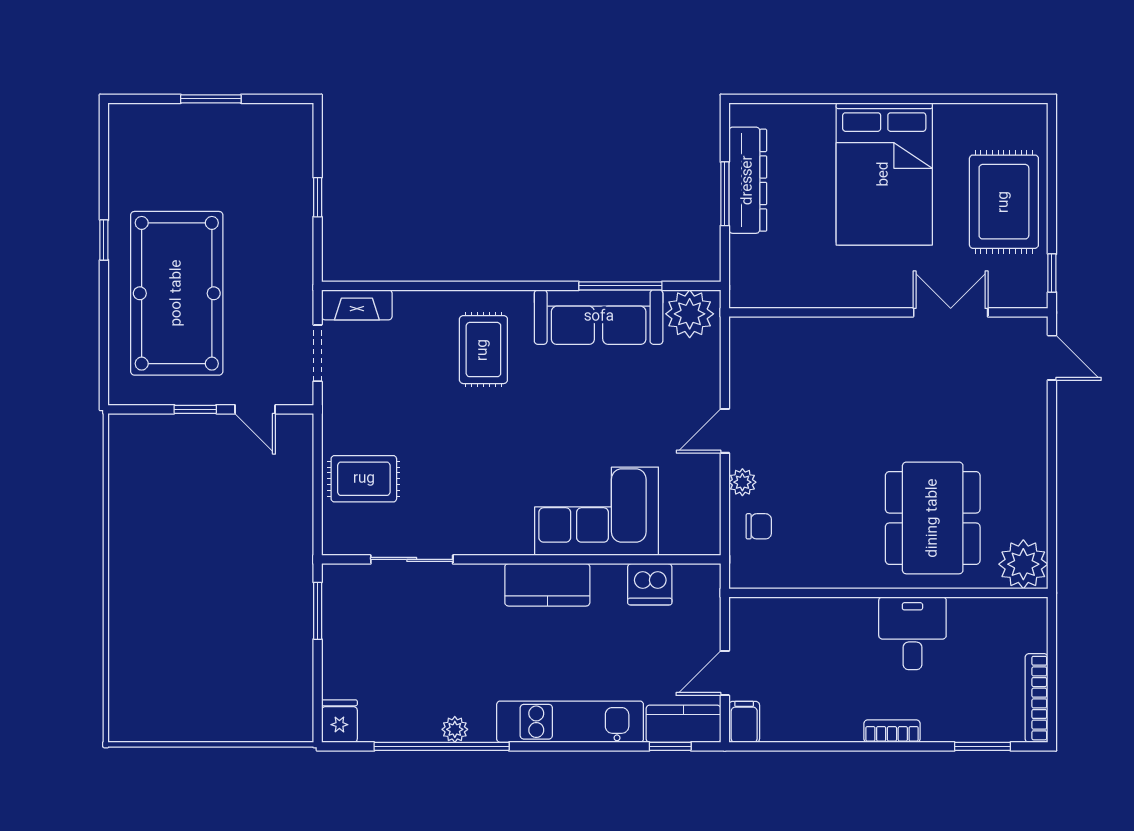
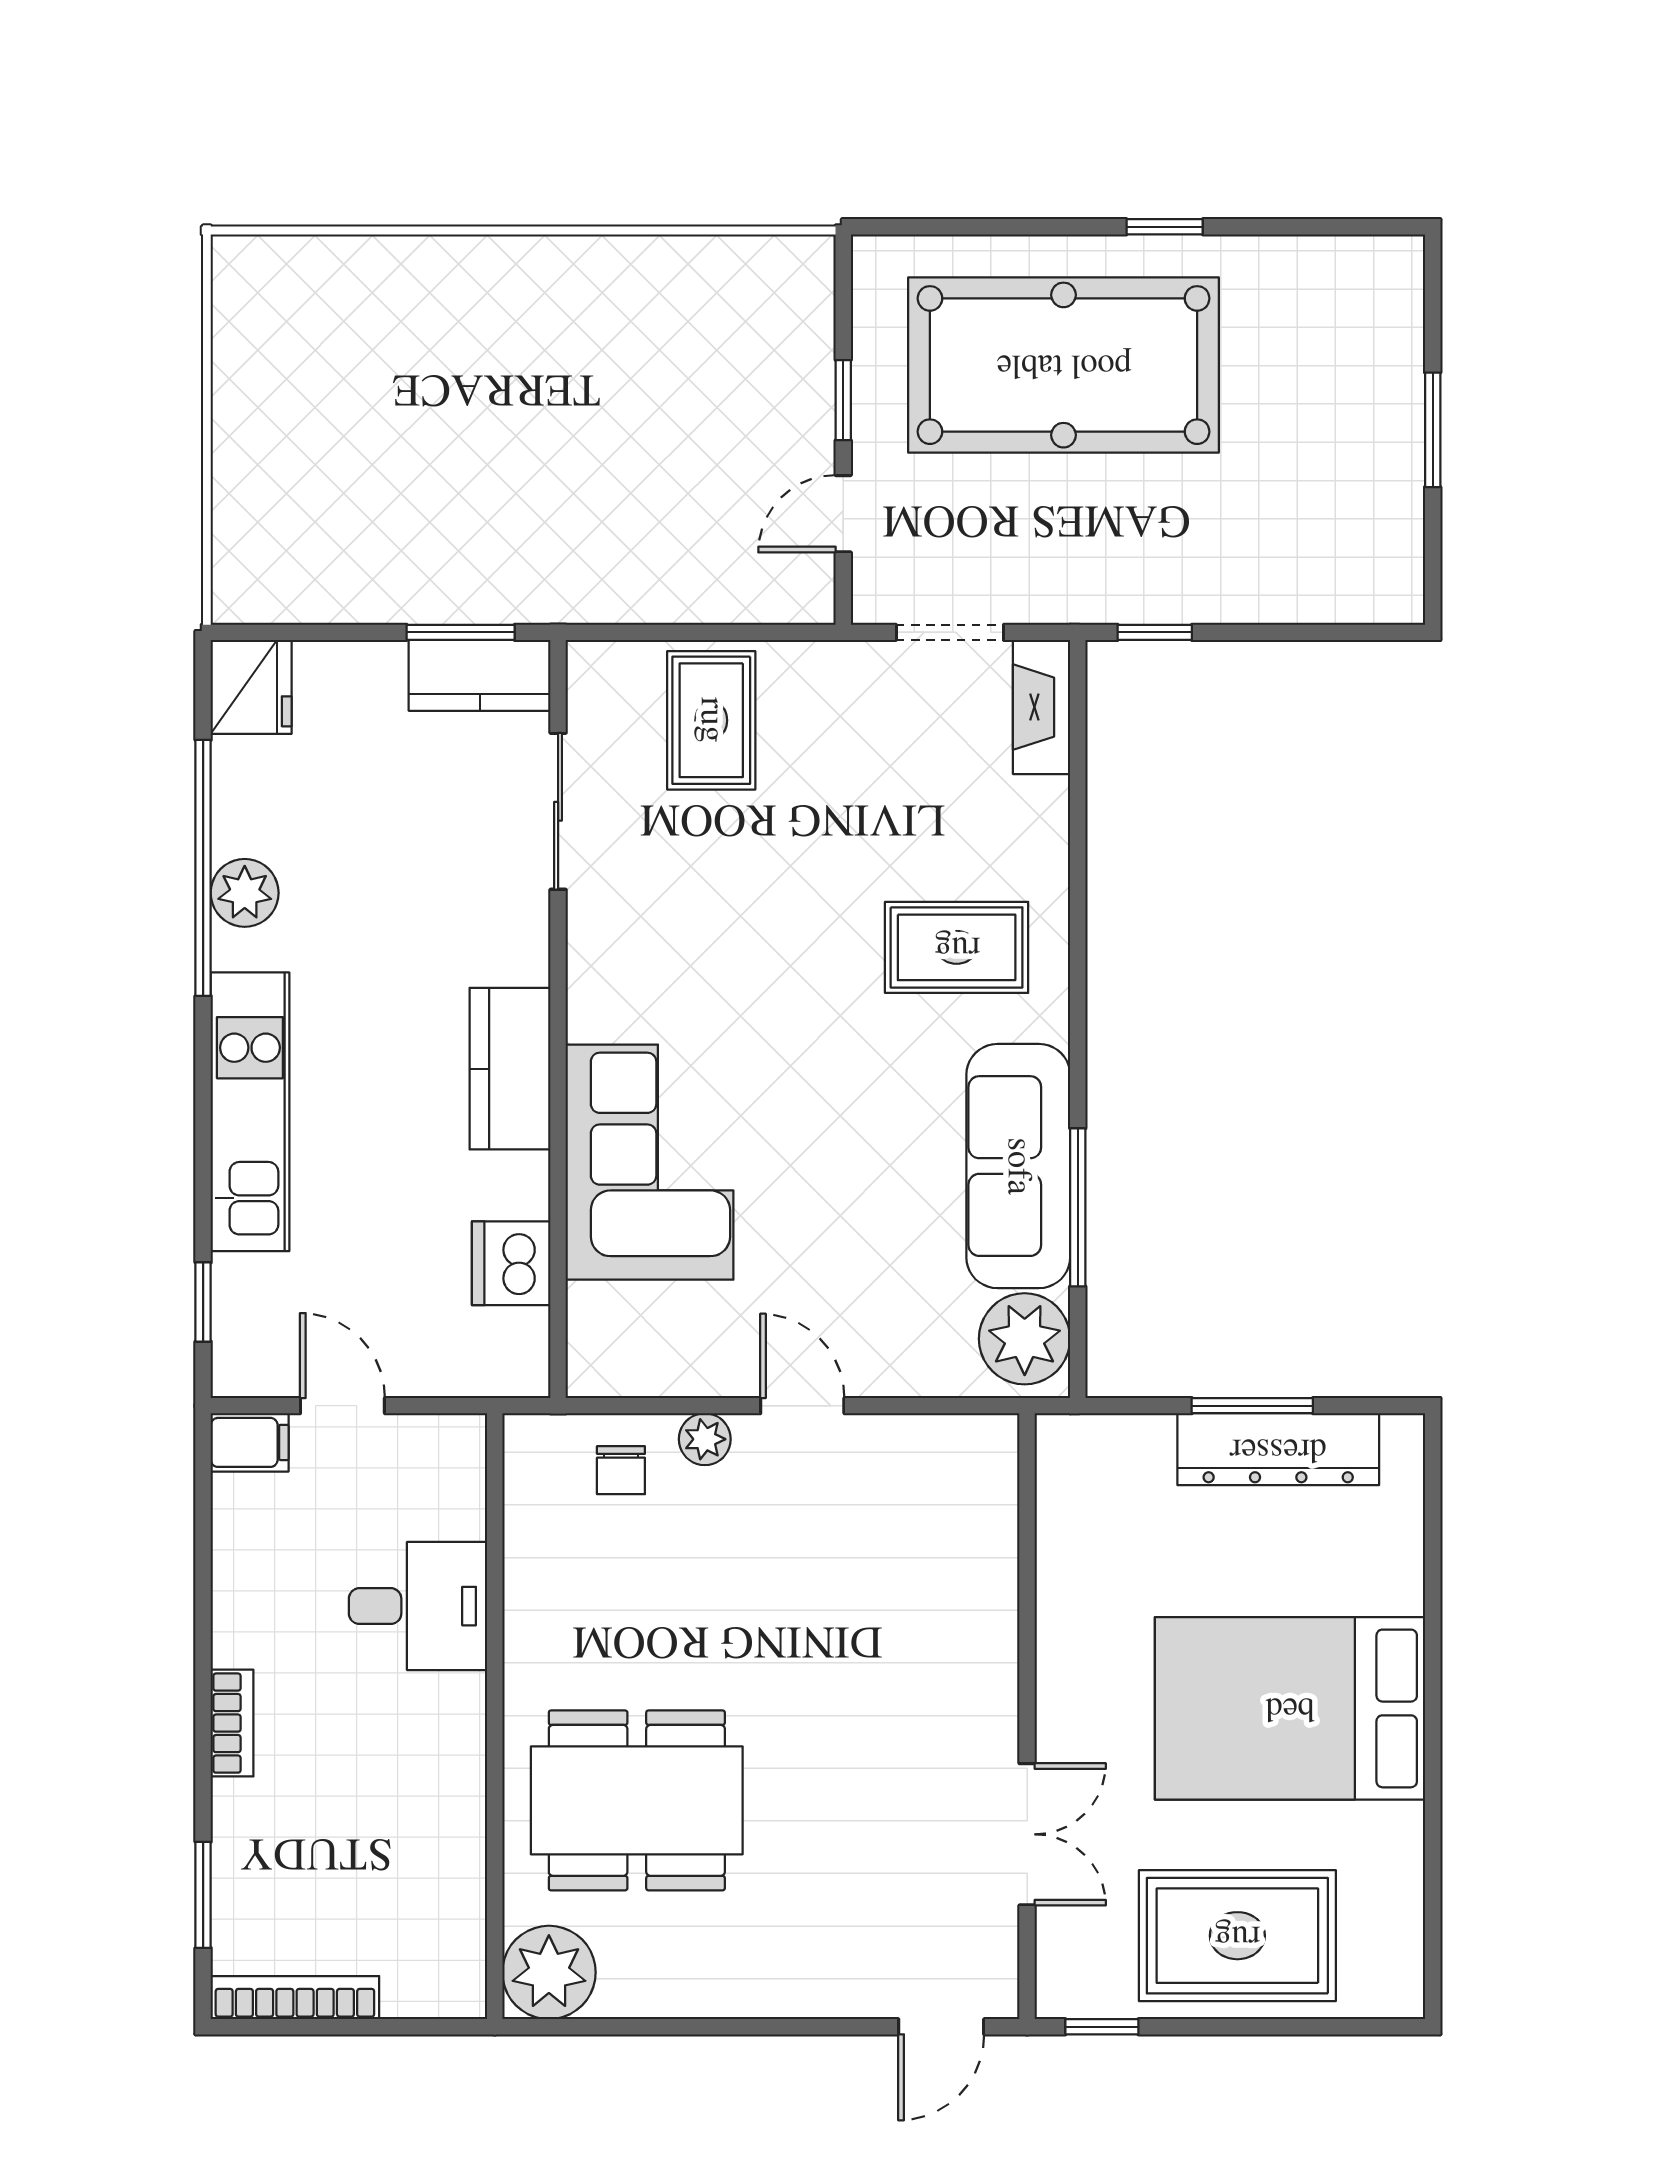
window: (318, 197) -> (1155, 632), moved
desk: (912, 633) -> (418, 1606), moved
fridge: (339, 721) -> (251, 687), width x1.38
kitchen counter: (683, 724) -> (480, 675), moved, turned 90
plant: (455, 729) -> (245, 893), width x1.38, depth x1.38

